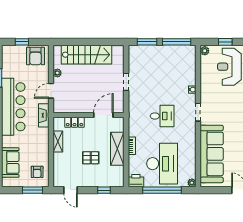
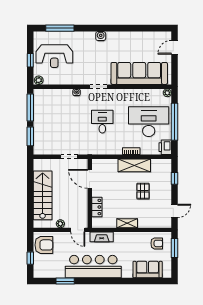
wall: (89, 115) -> (90, 193), moved
door: (103, 115) -> (90, 179), moved
locker: (75, 122) -> (97, 207), moved

